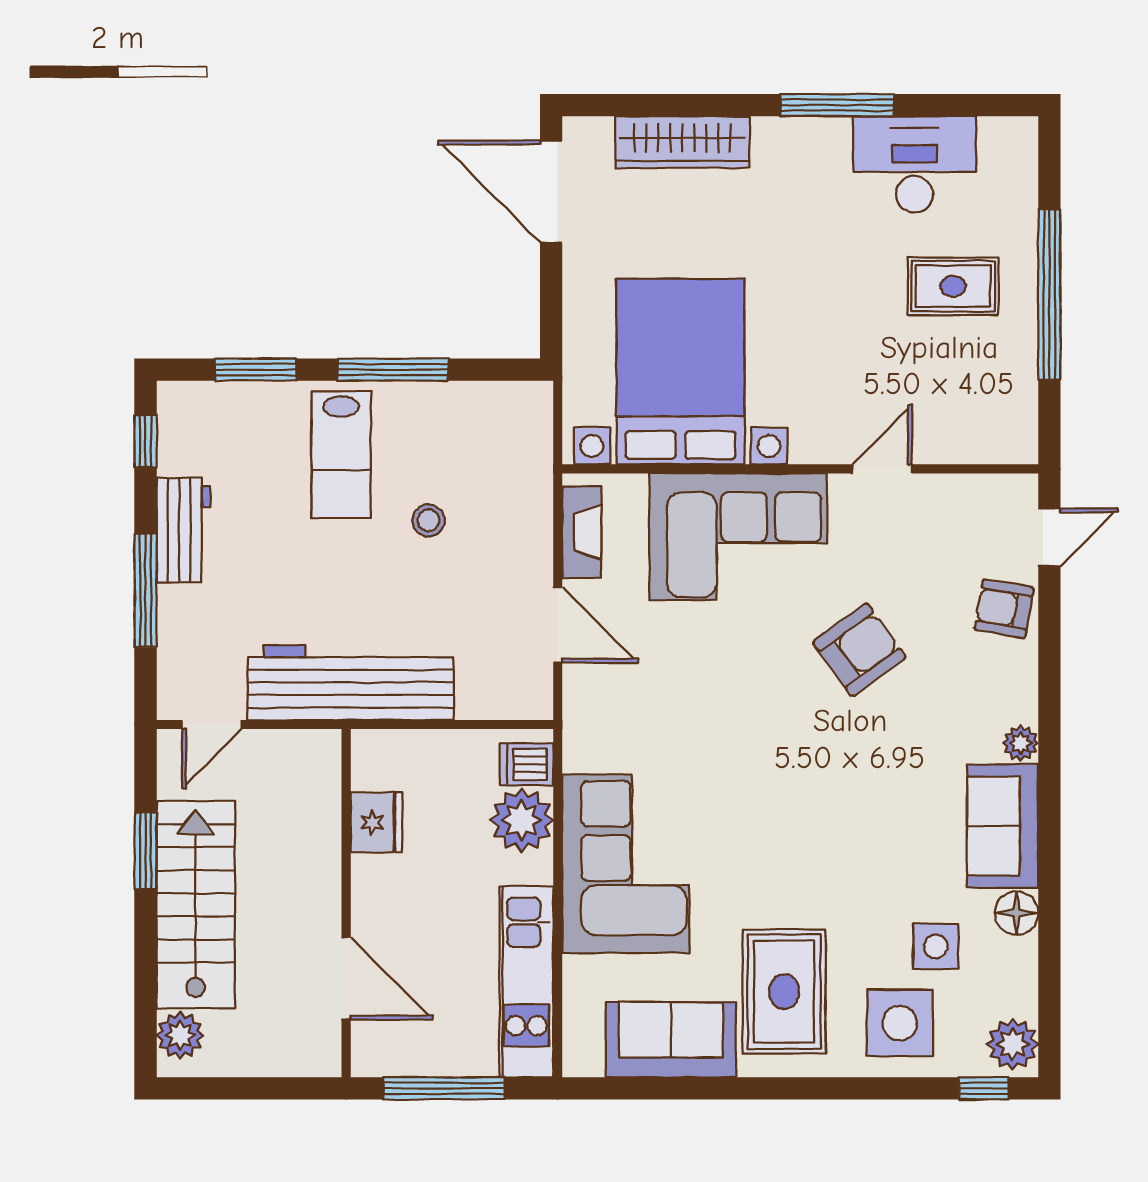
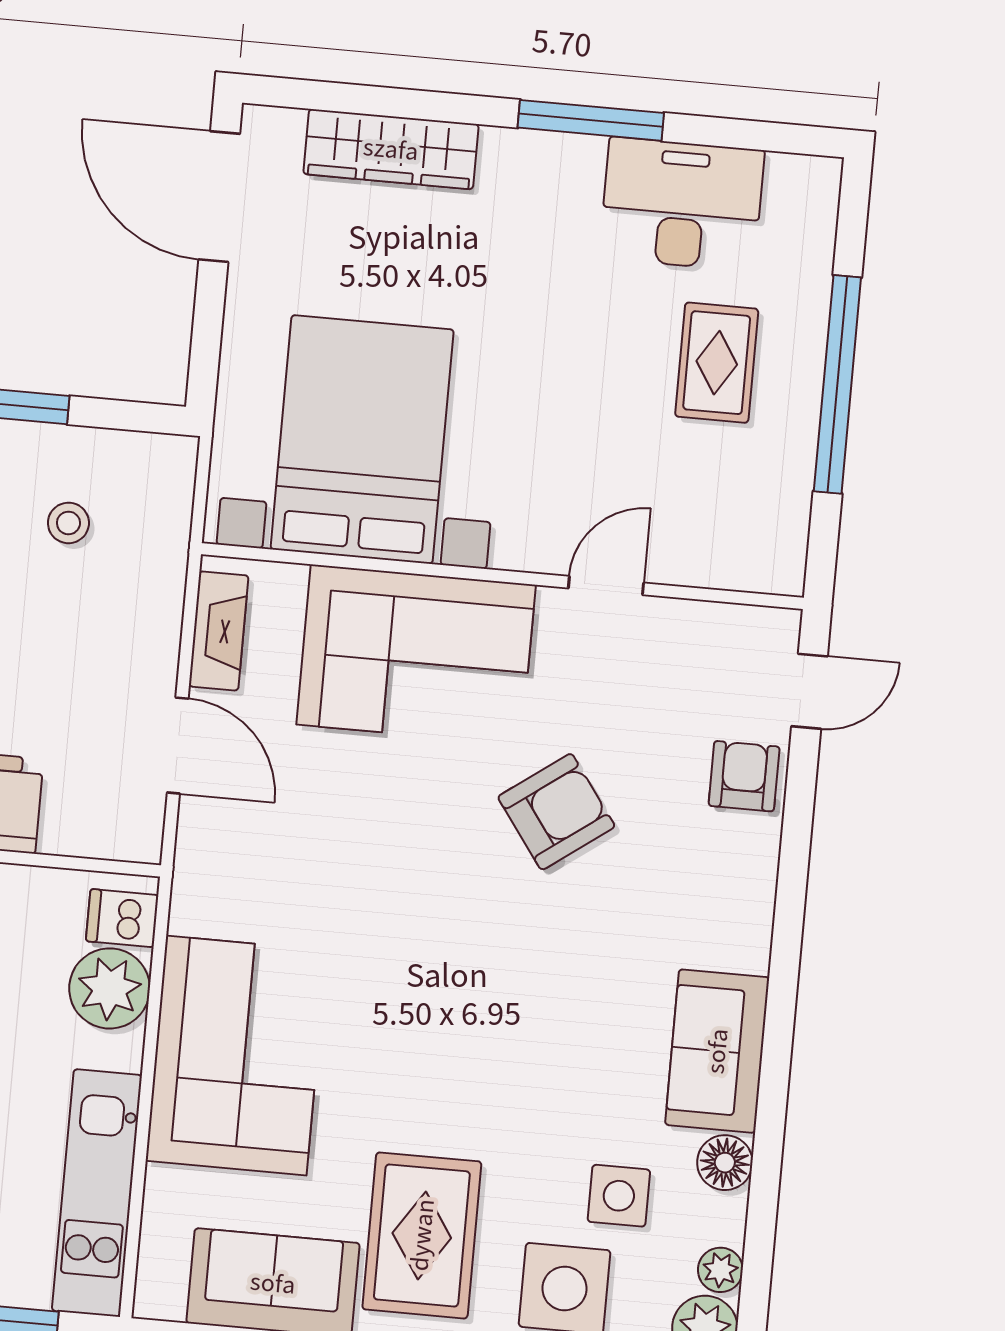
rug: (953, 286) -> (717, 363), turned 90
stool: (429, 520) -> (68, 523), moved
armchair: (1004, 609) -> (744, 776), turned 80
plant: (1021, 743) -> (720, 1270), moved

